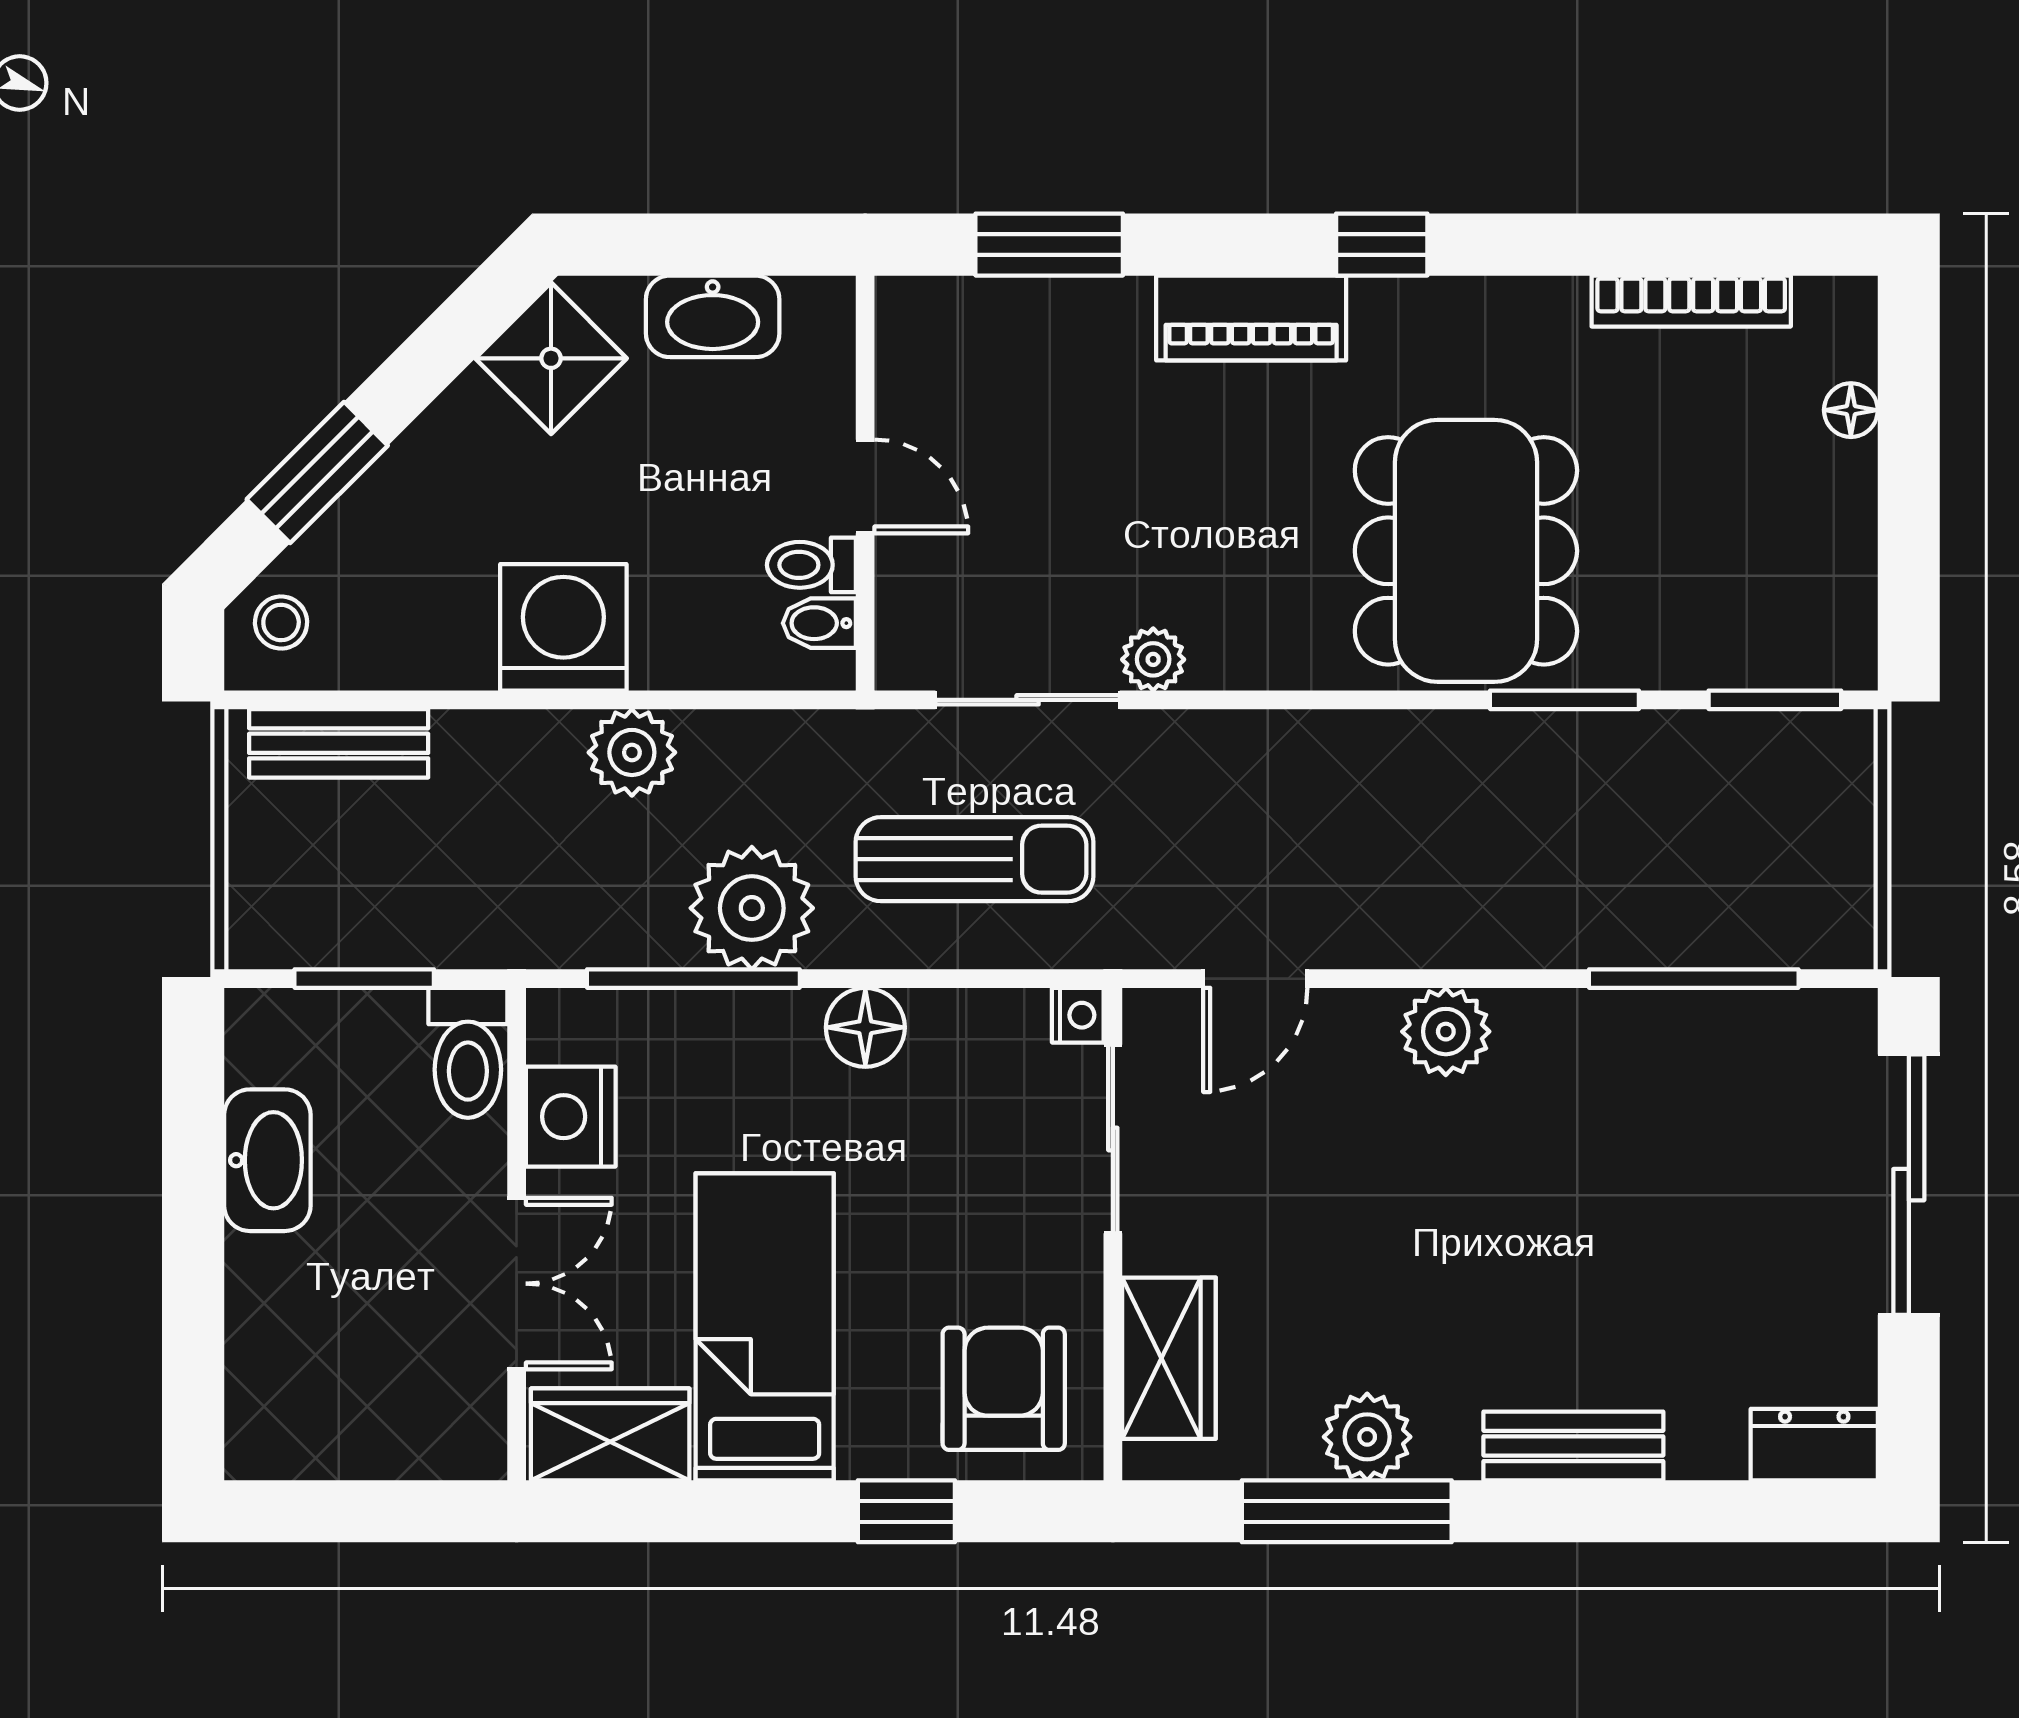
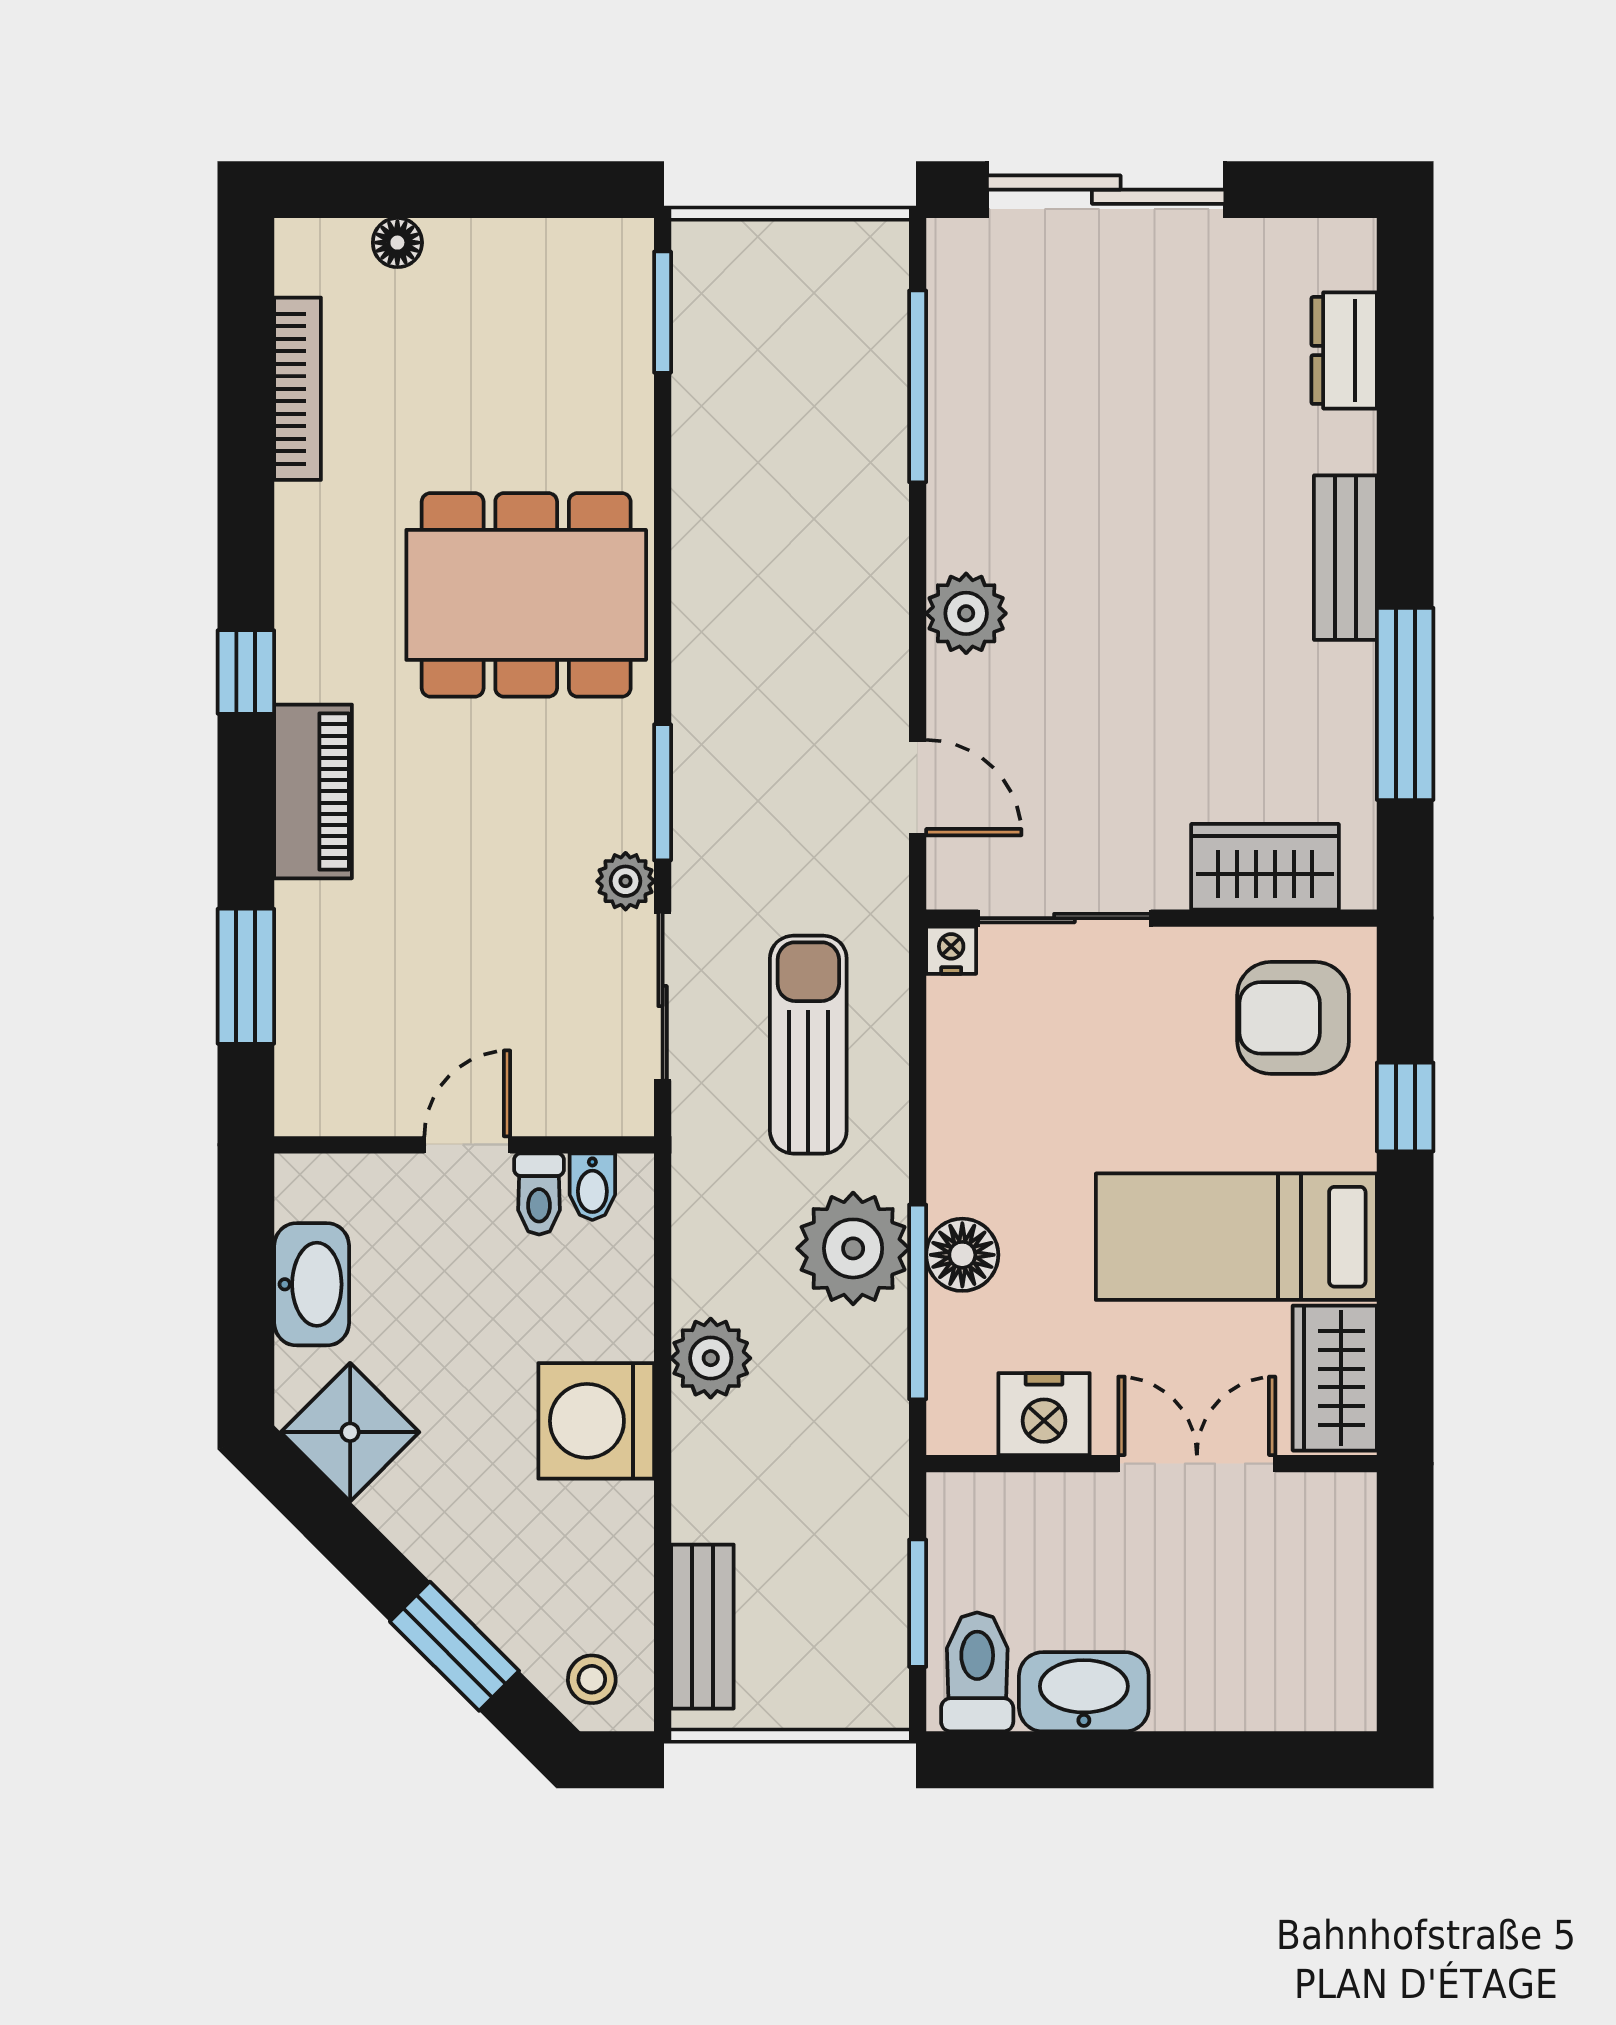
window: (1564, 700) -> (663, 792), moved
floor lamp: (865, 1027) -> (962, 1255), moved
toilet: (468, 1053) -> (977, 1672), moved, turned -90
plant: (1367, 1437) -> (1337, 685), removed
dresser: (1814, 1445) -> (1344, 350), moved
bench: (1573, 1446) -> (1345, 558), moved

